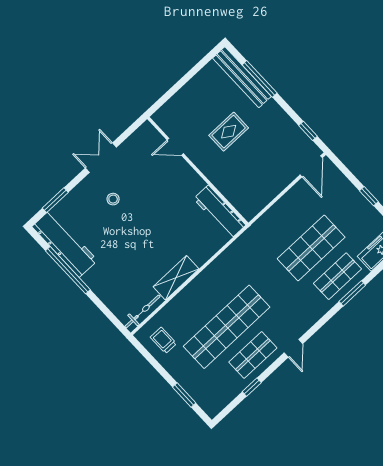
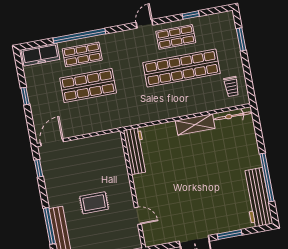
stool: (113, 199) -> (204, 207), removed
window: (55, 200) -> (230, 234), moved
window: (352, 293) -> (79, 36), width x2.11

